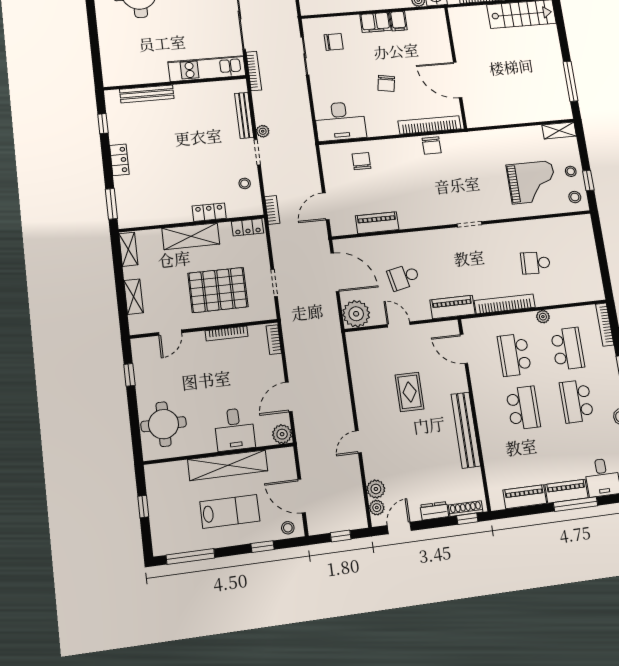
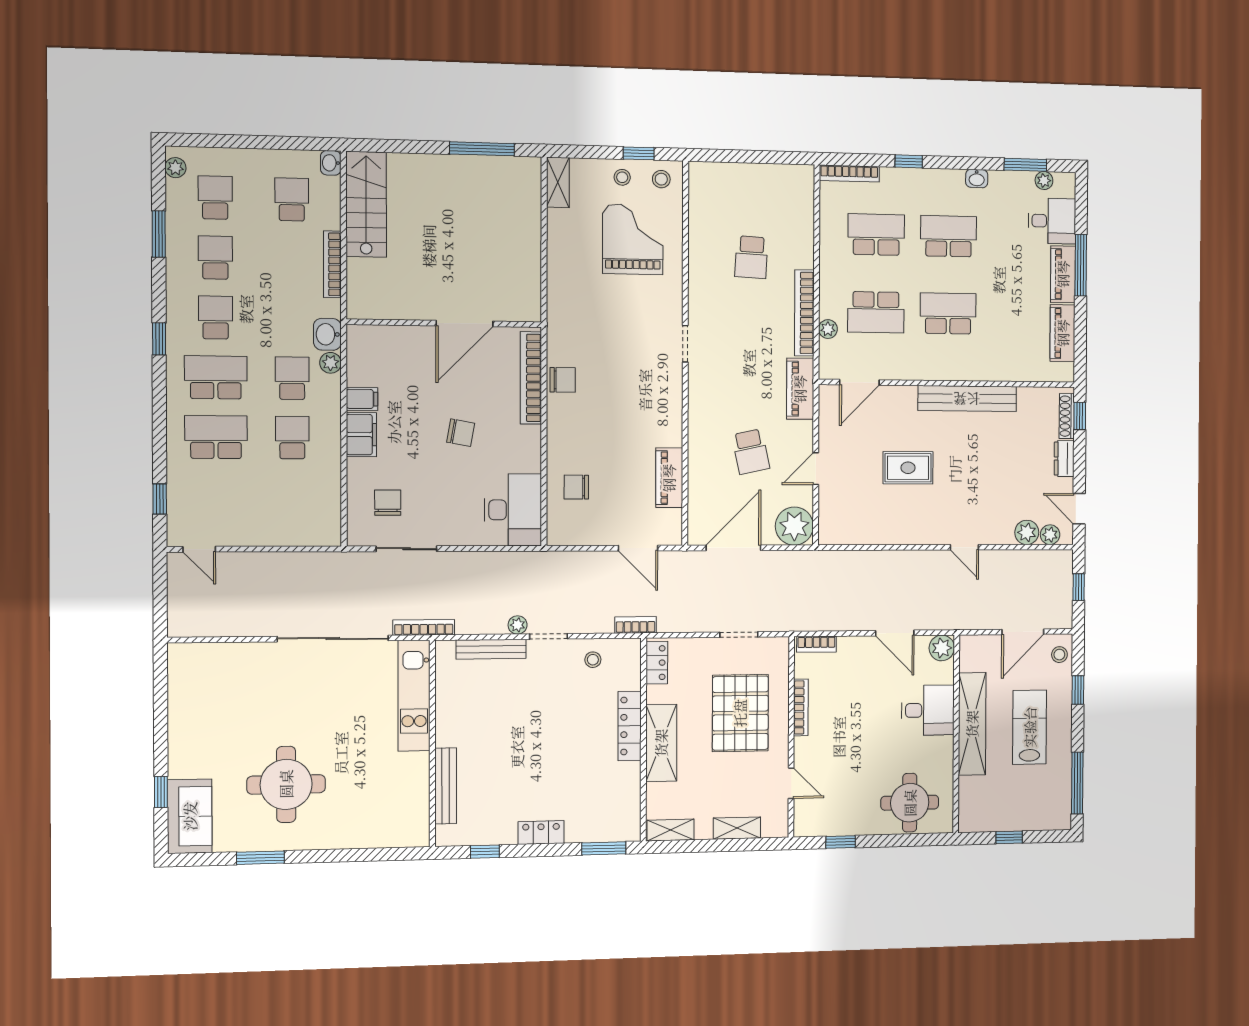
locker: (209, 212) -> (630, 726), width x1.53
plant: (543, 317) -> (828, 329), moved
school desk: (577, 401) -> (949, 236), turned 180

